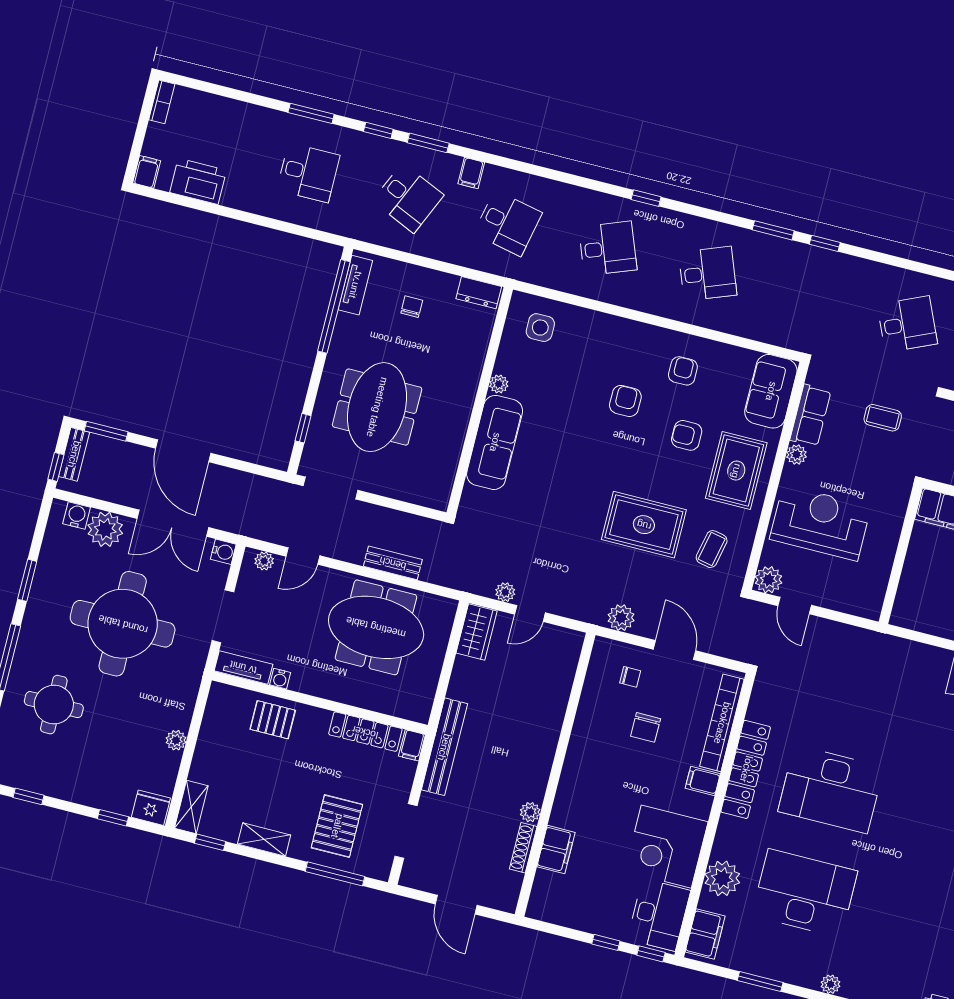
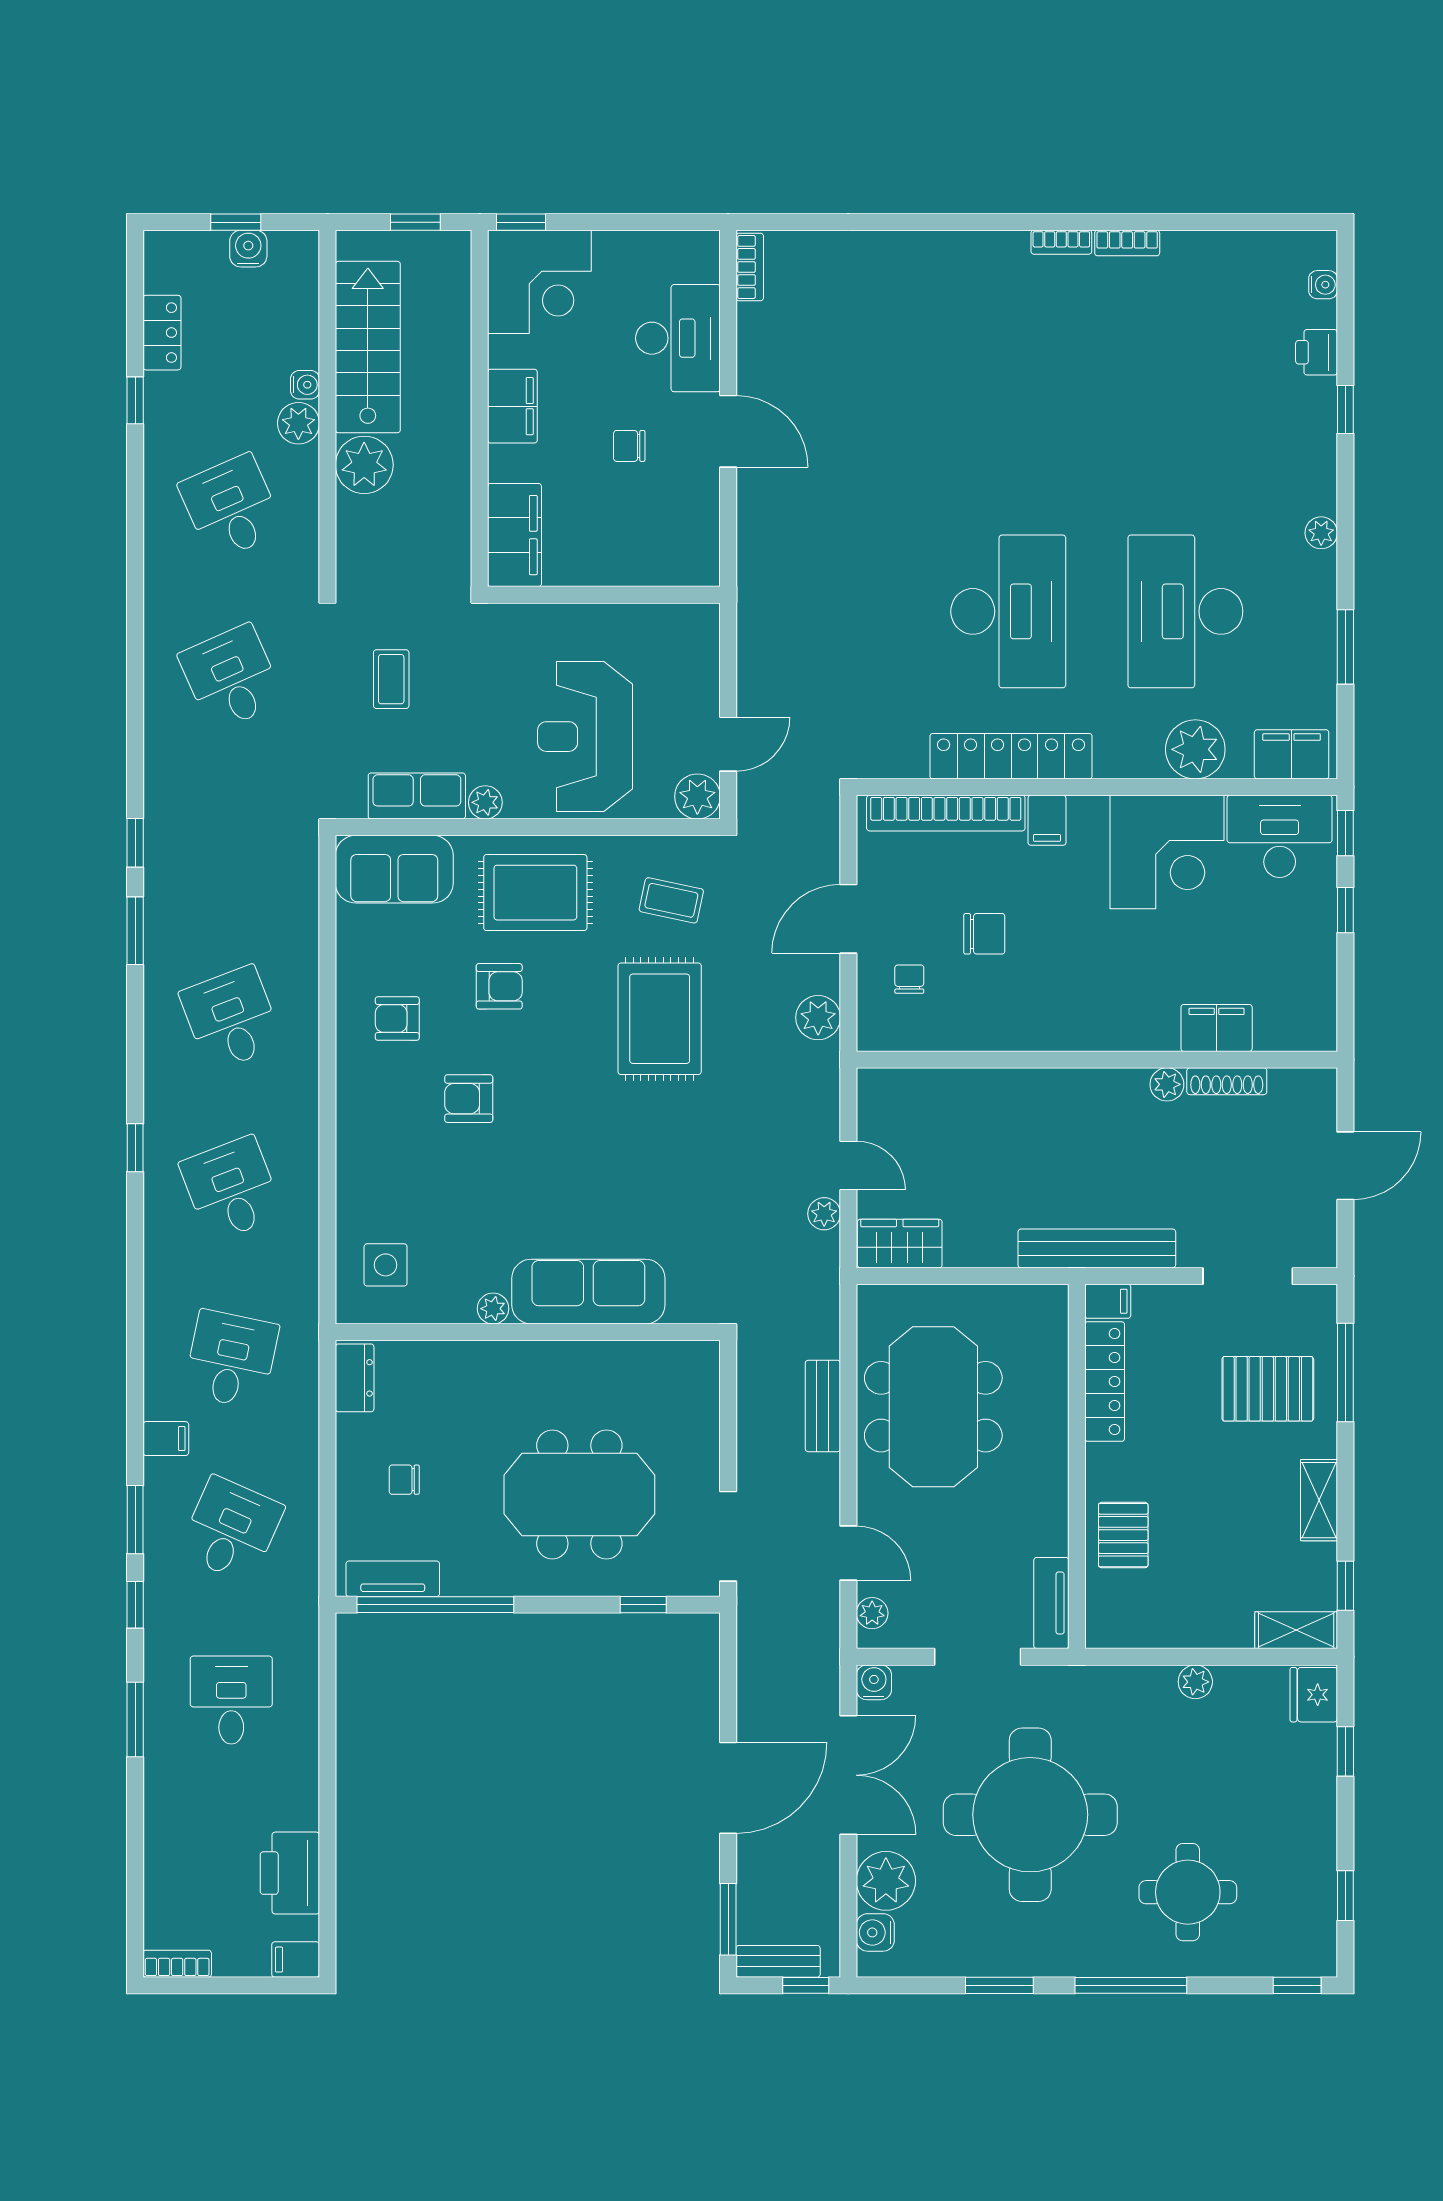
armchair: (687, 435) -> (499, 986), turned -90
water cooler: (280, 679) -> (1054, 1540), removed

